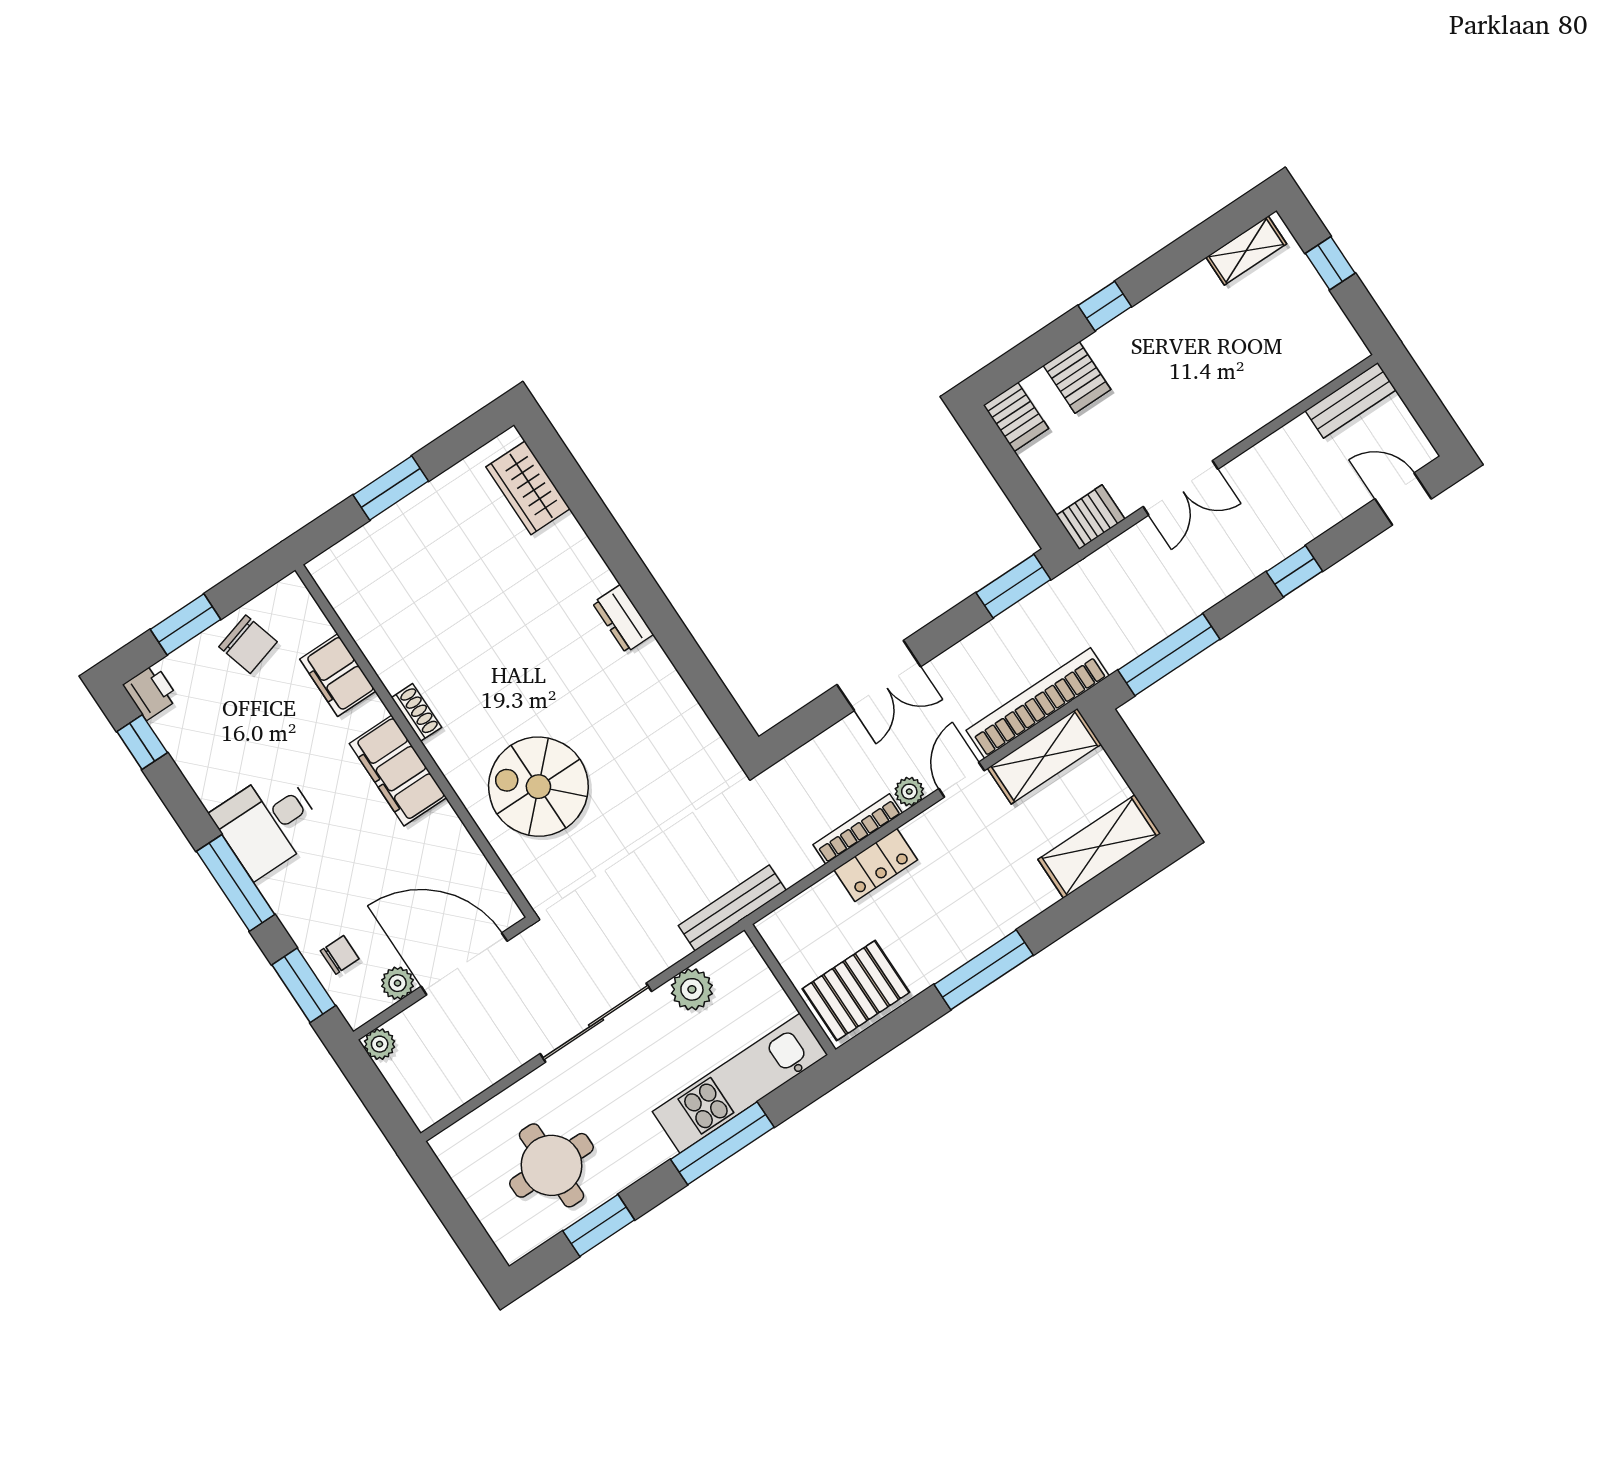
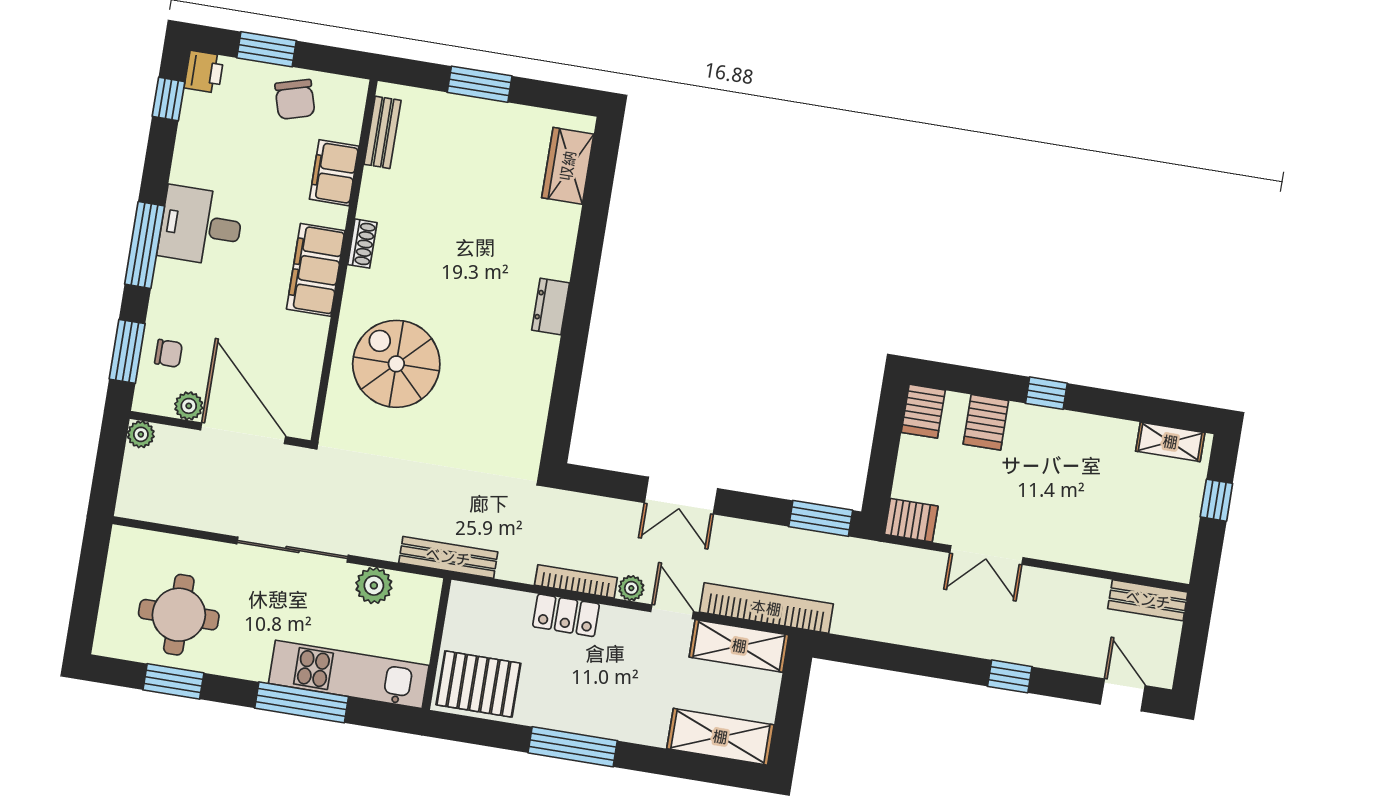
bench: (347, 604) -> (383, 132), added
window: (1169, 655) -> (880, 655), removed
door: (962, 780) -> (672, 612), hinge flipped

